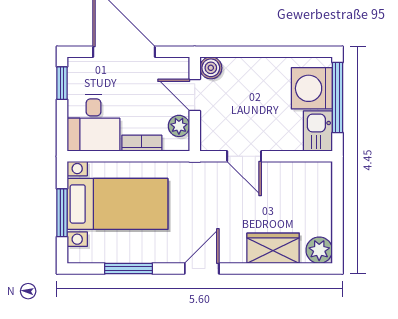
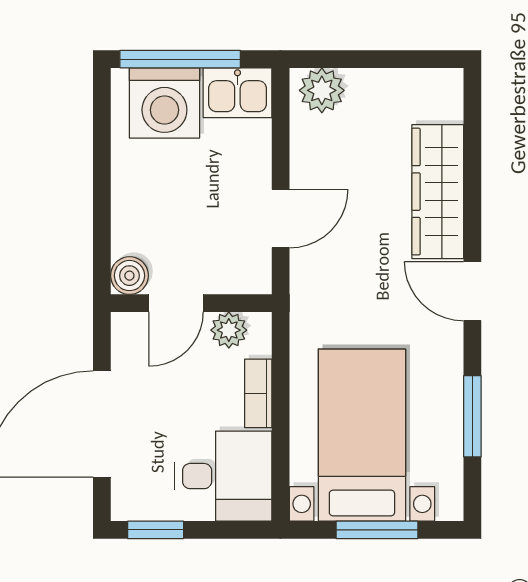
wardrobe: (273, 248) -> (438, 192), width x1.50
plant: (319, 250) -> (322, 90), moved

